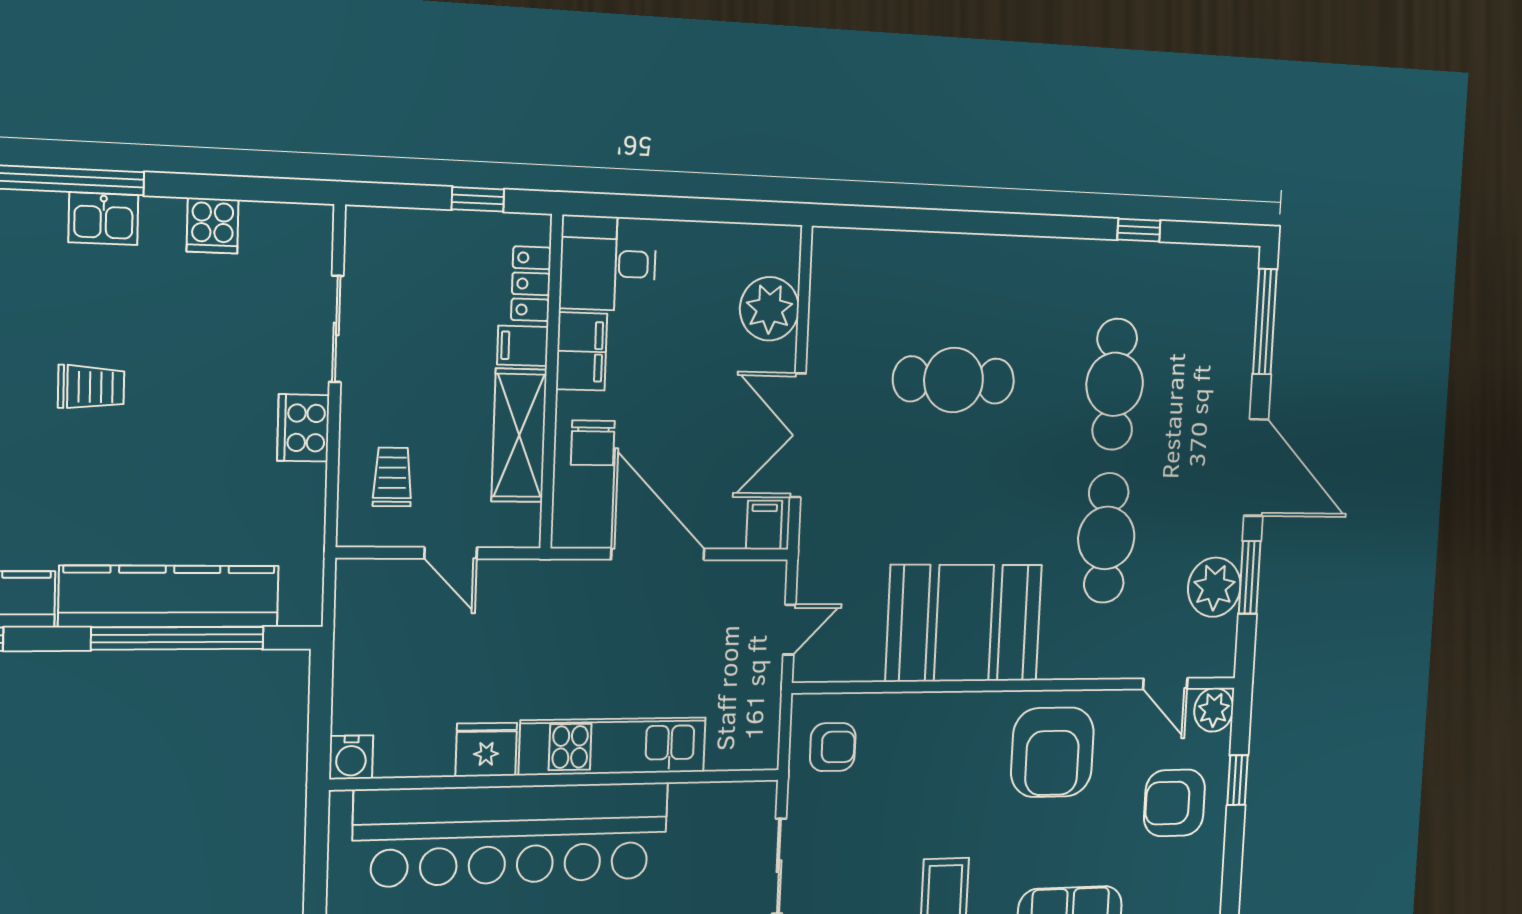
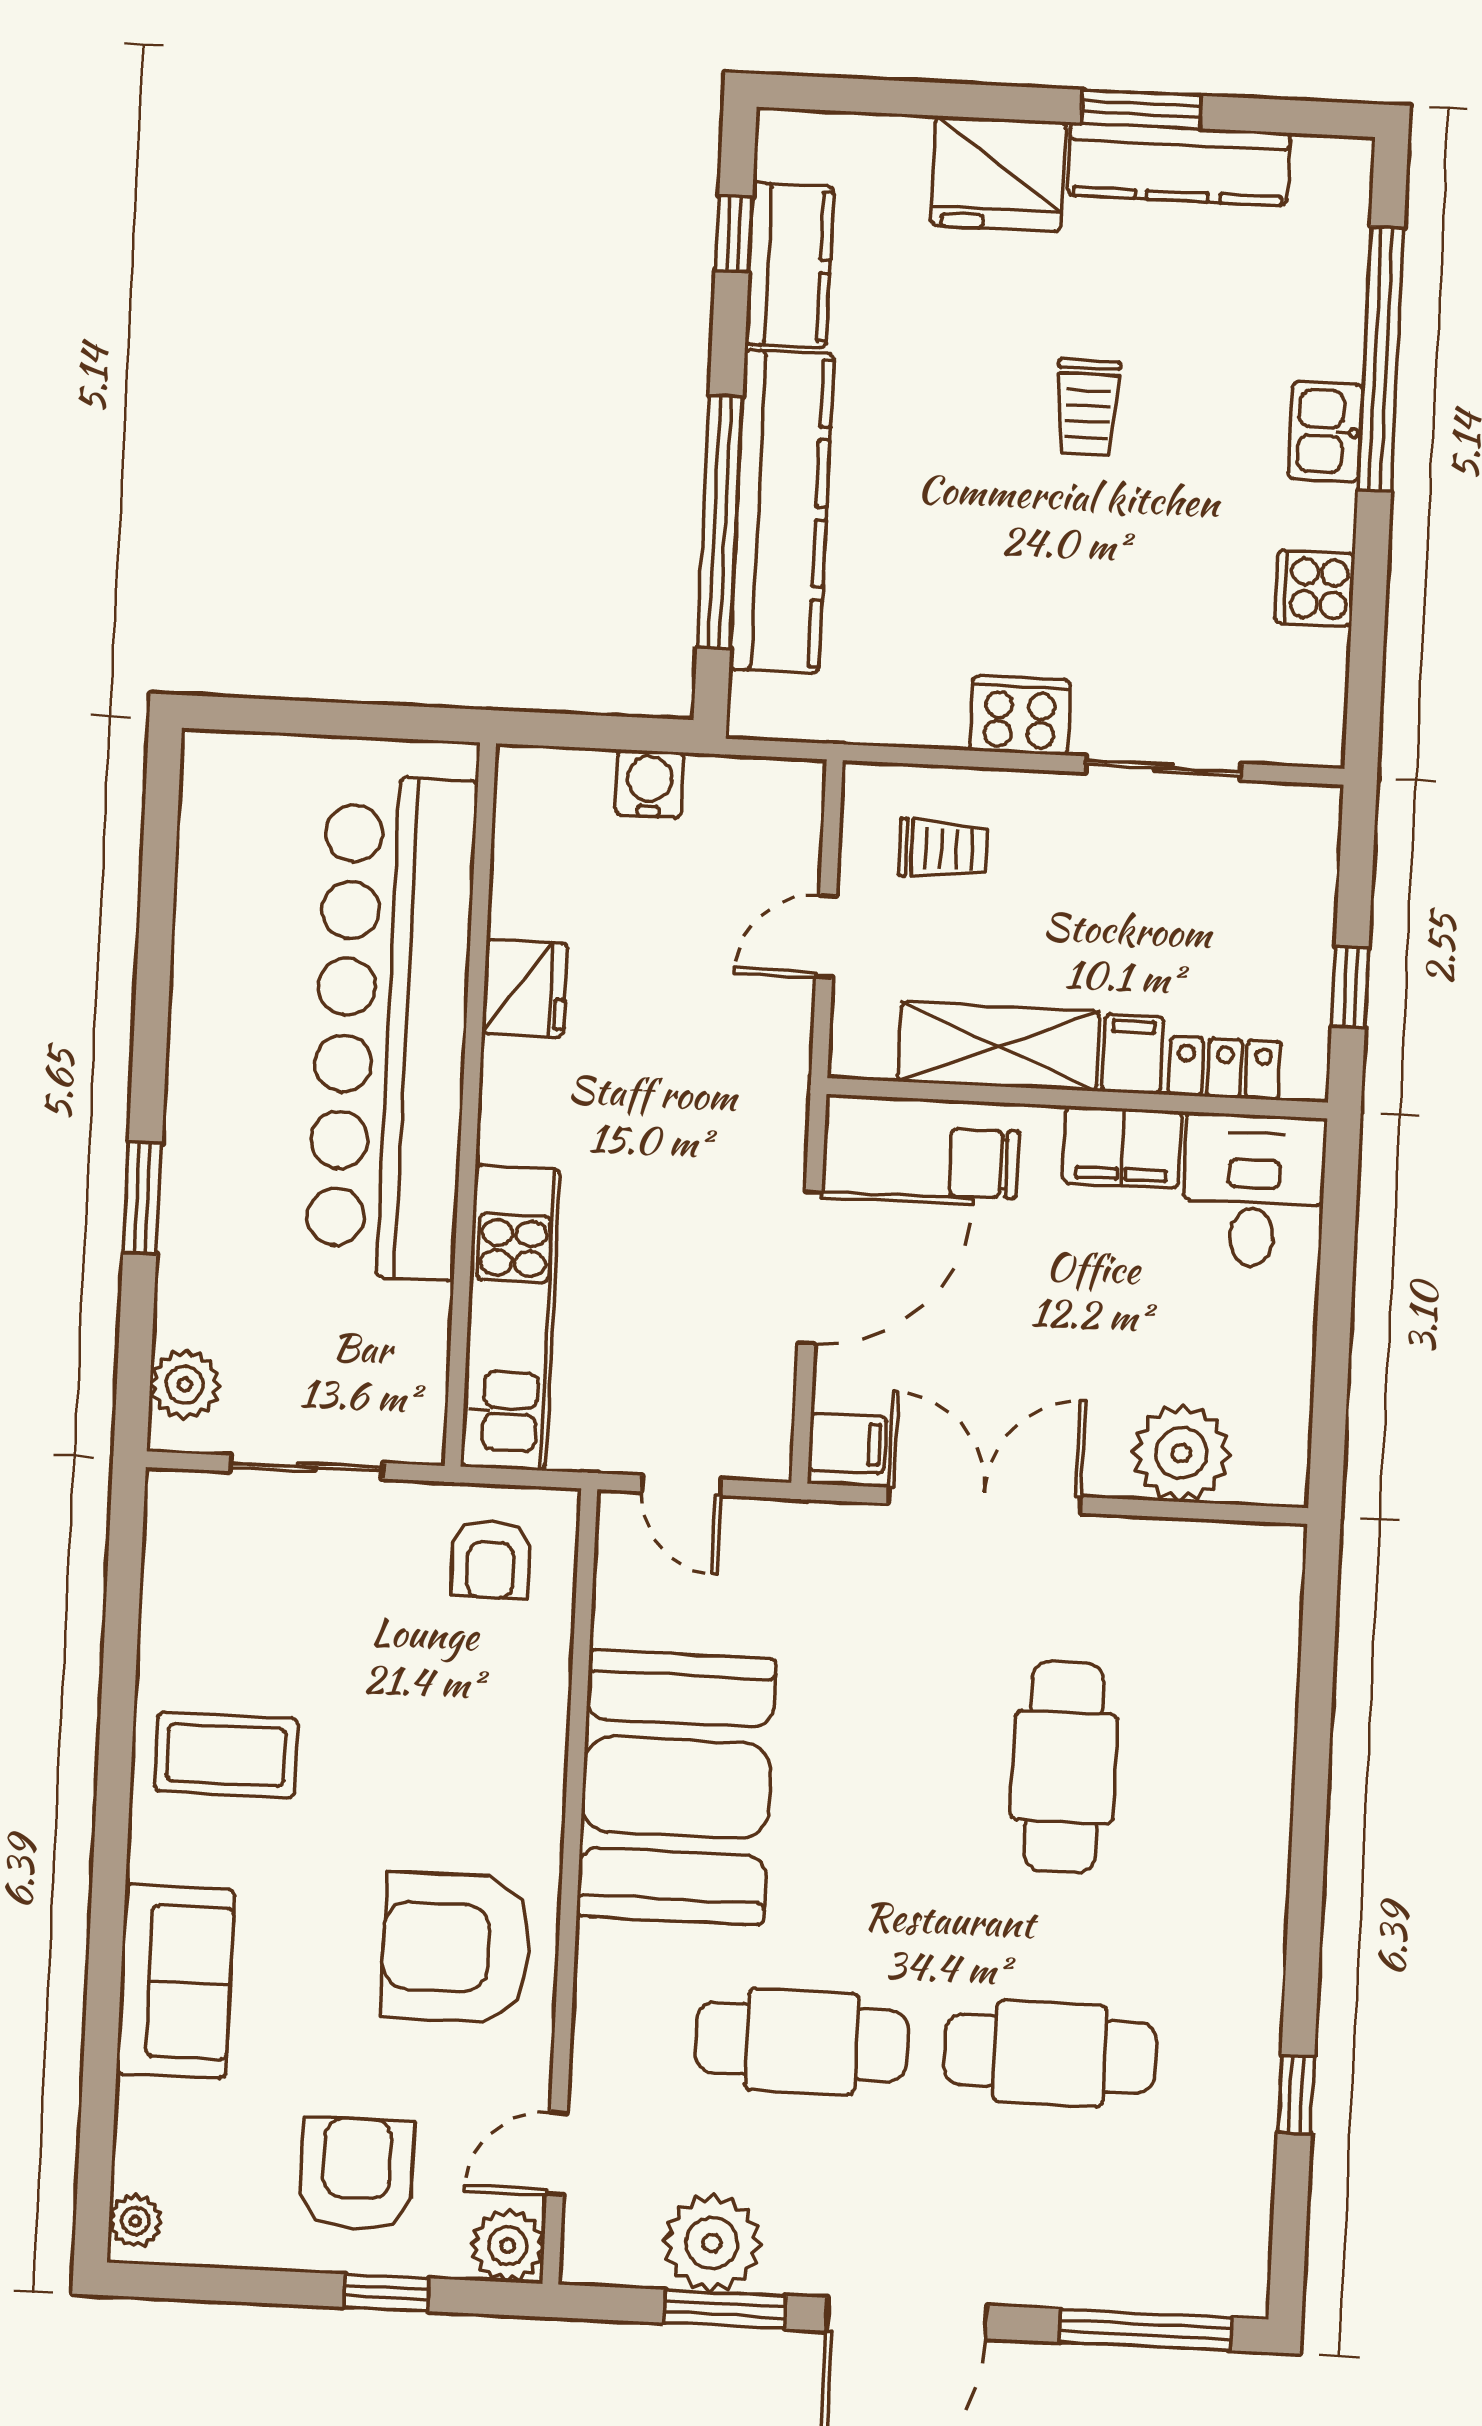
kitchen unit: (613, 746) -> (510, 1317), moved
water cooler: (351, 757) -> (649, 784), moved, turned 90

